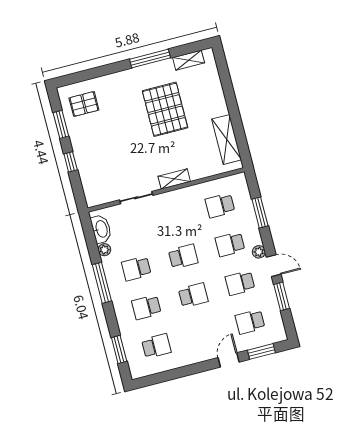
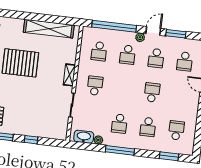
shelving: (227, 139) -> (49, 29), width x1.47
window: (260, 213) -> (114, 26), width x2.11
school desk: (183, 256) -> (95, 86), moved

